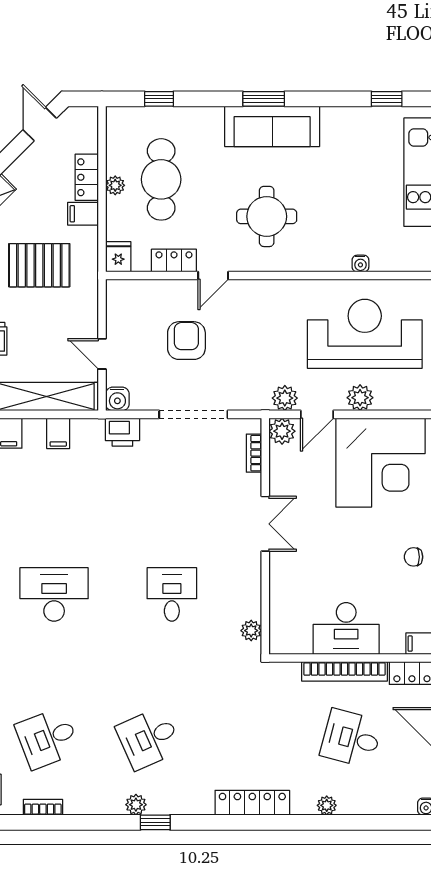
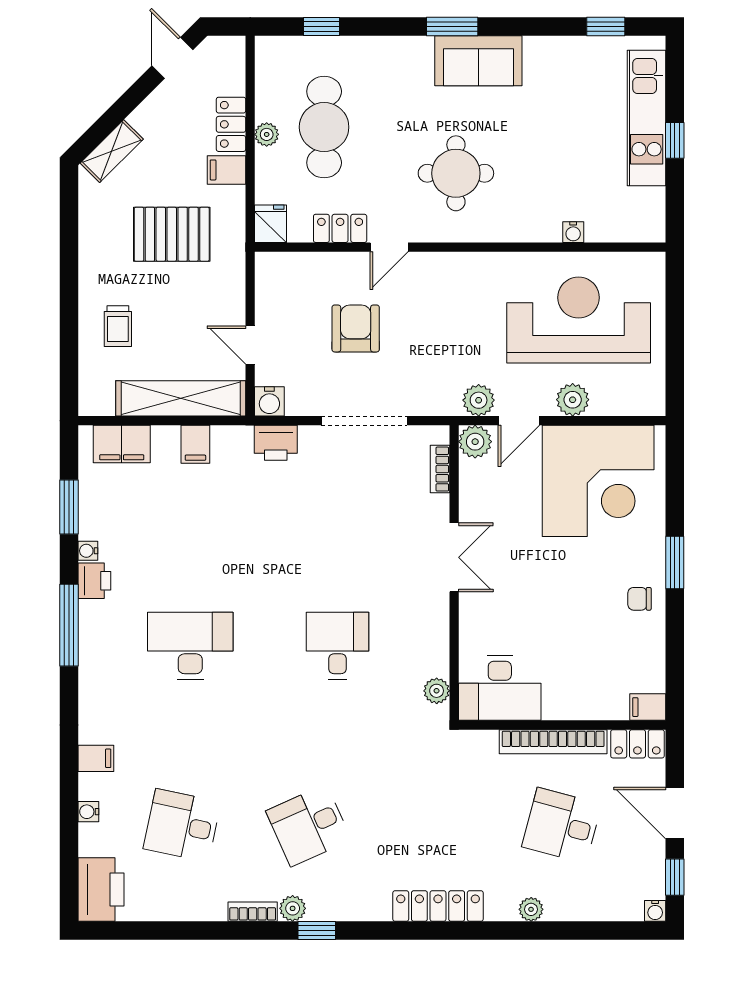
sofa: (272, 126) -> (478, 61), width x0.73
desk: (346, 628) -> (500, 688), moved
desk: (48, 738) -> (182, 825), turned 33
bookcase: (43, 807) -> (253, 912), moved

